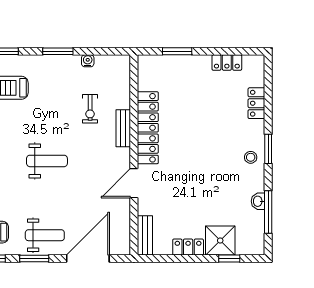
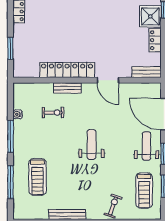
window: (58, 51) -> (10, 136), width x1.44

